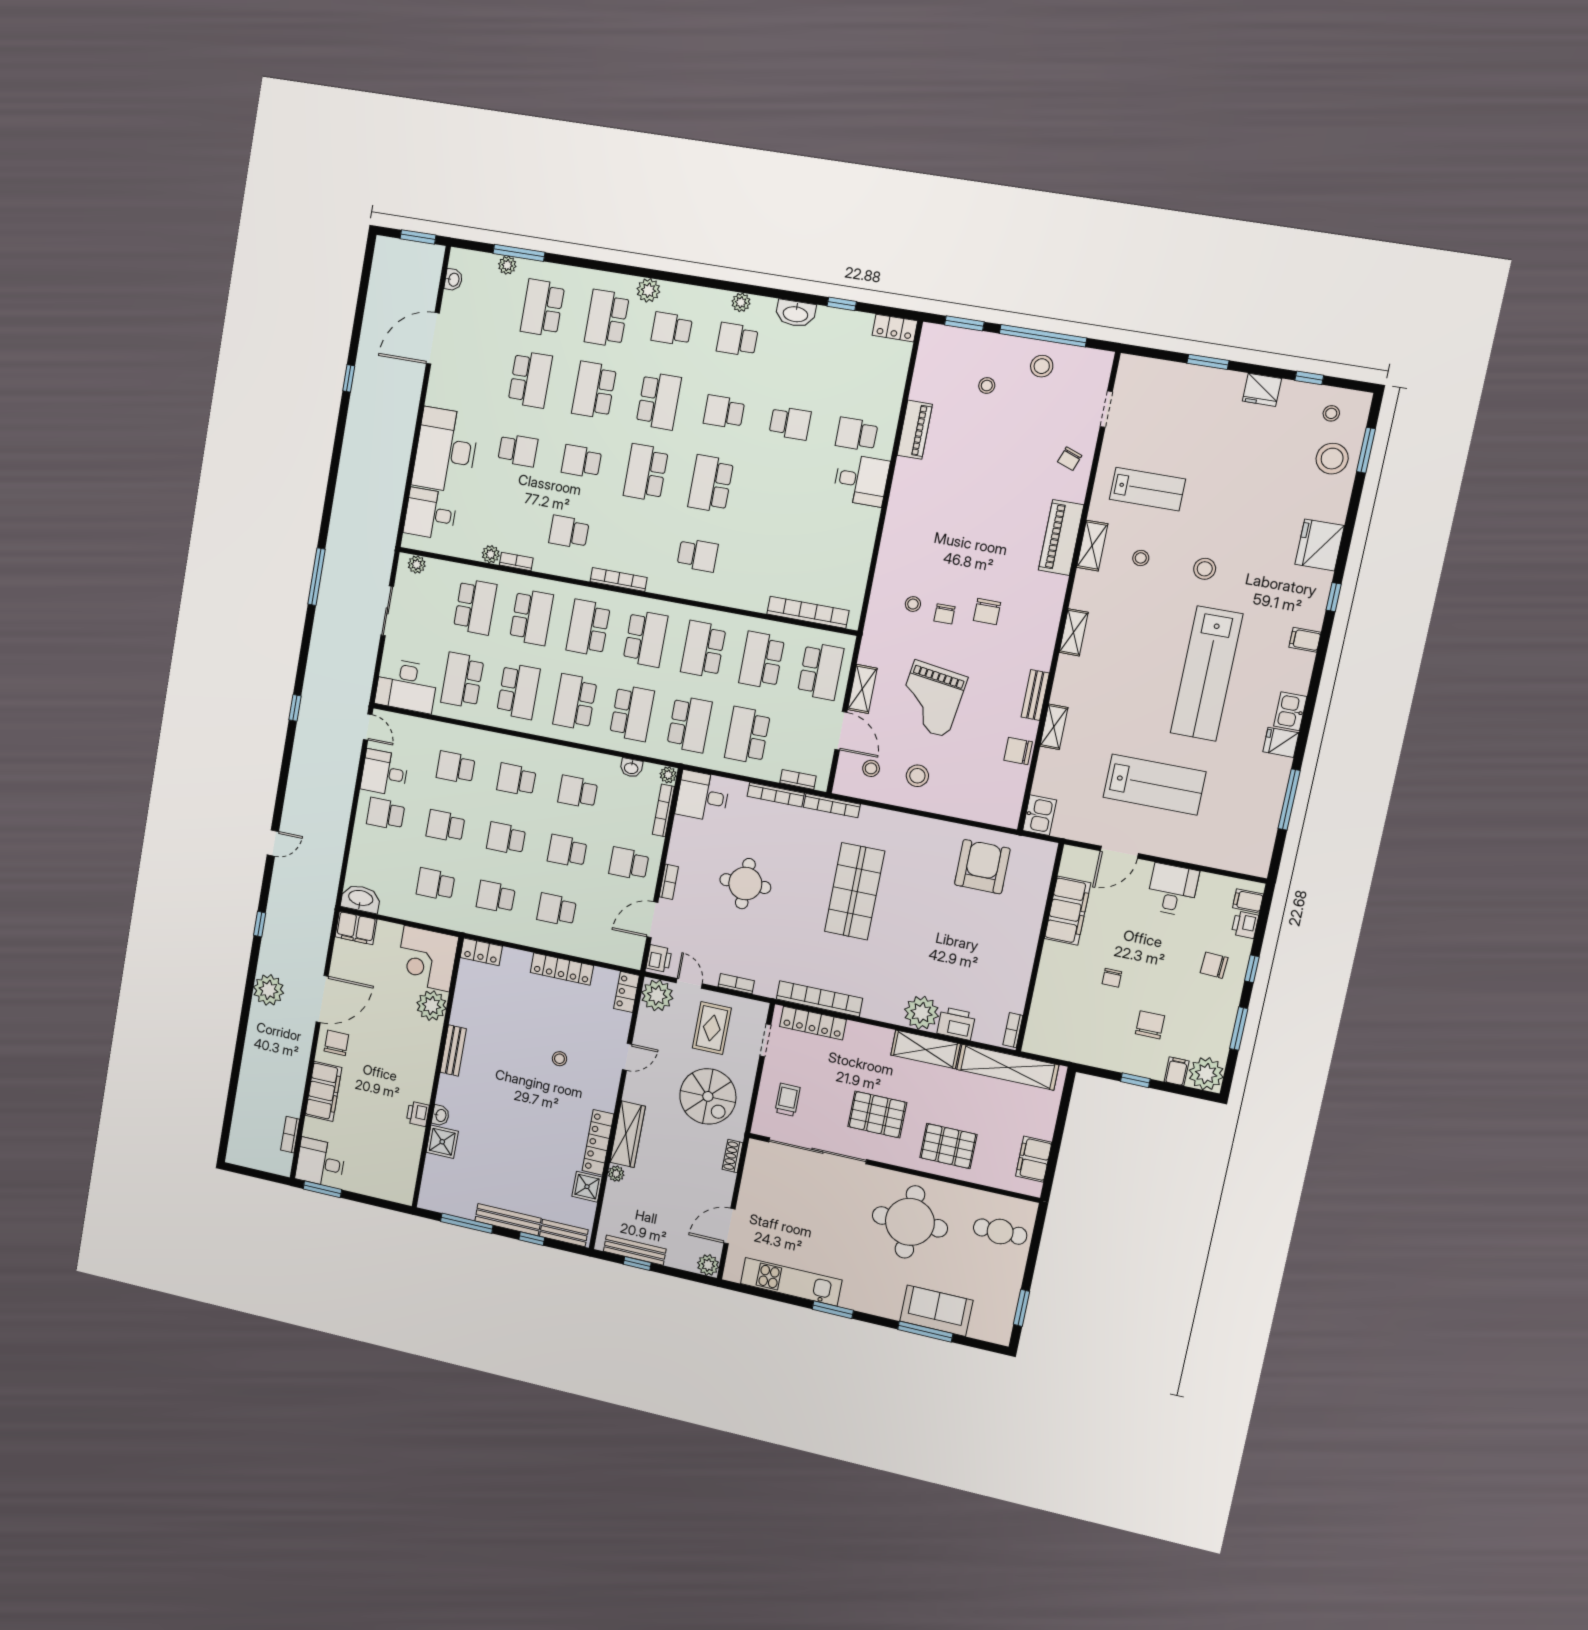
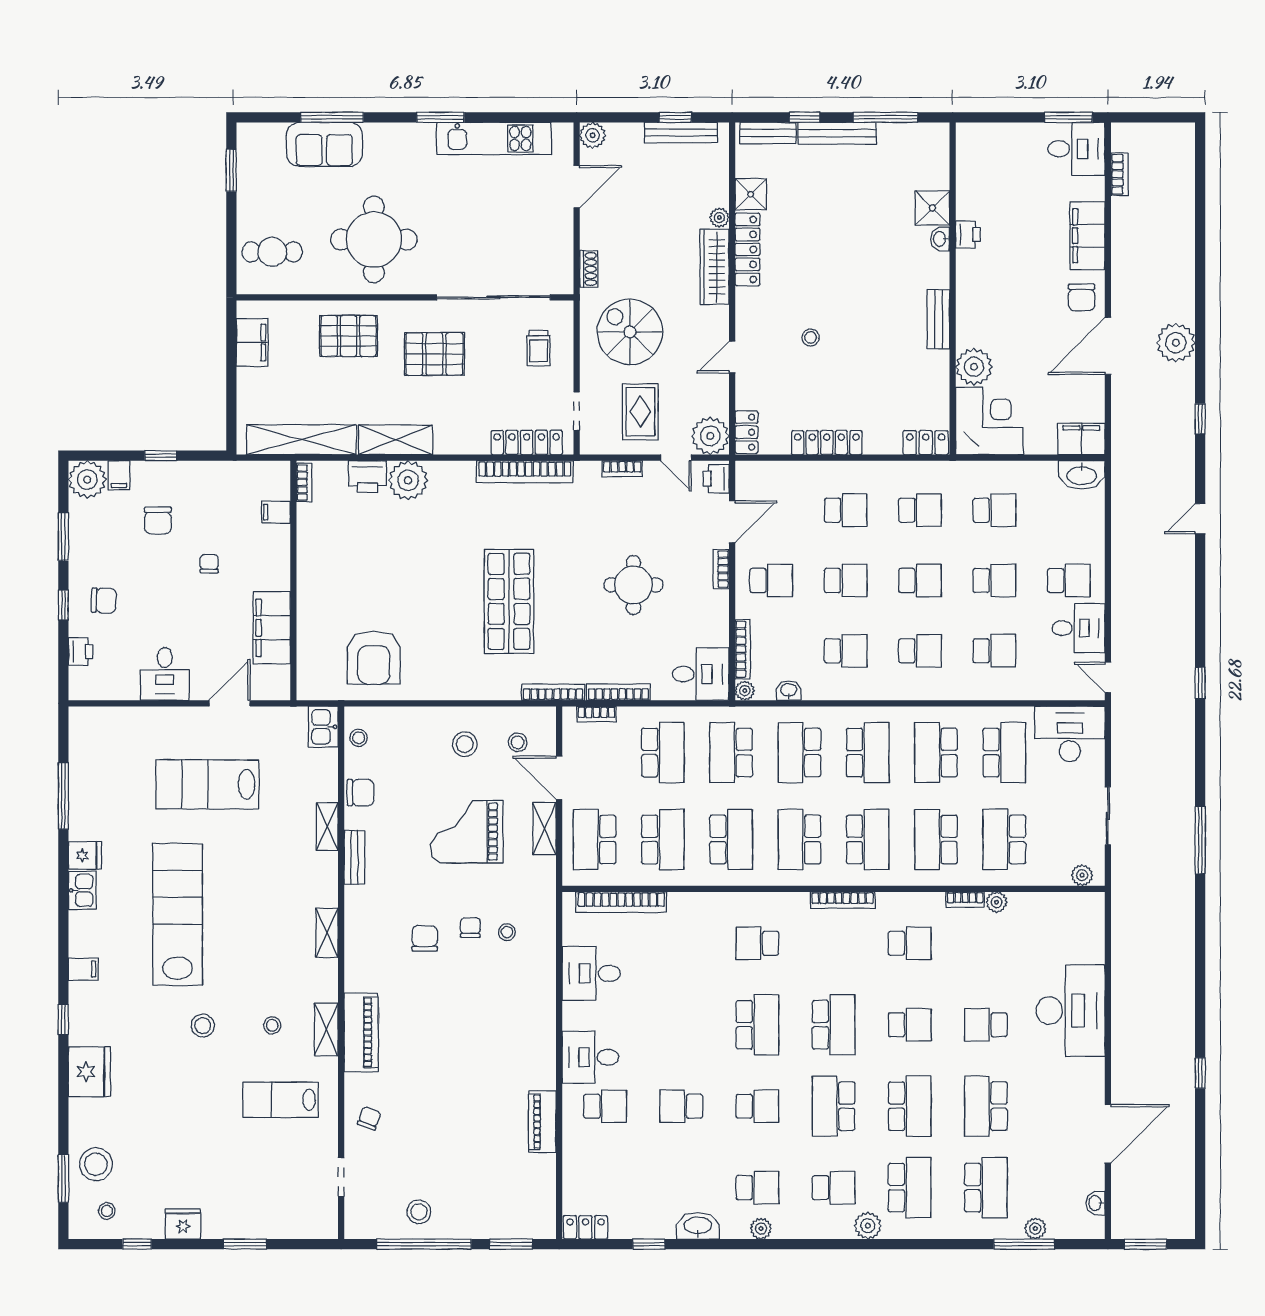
stool: (987, 386) -> (359, 738), moved
desk: (430, 514) -> (591, 973), moved, turned 180
grand piano: (931, 699) -> (467, 832), turned -98
filing cabinet: (1248, 901) -> (276, 512), moved, turned 180

